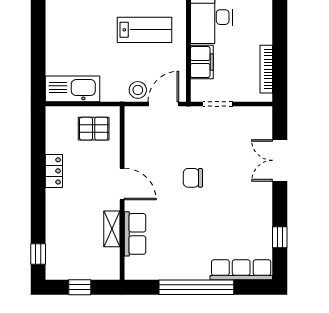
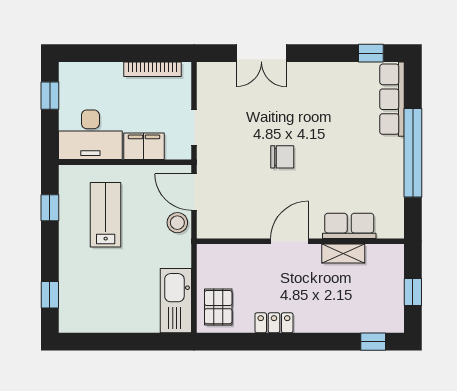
pallet: (94, 129) -> (218, 307), moved
chair: (193, 178) -> (282, 157), turned -90
window: (280, 237) -> (371, 53), moved

